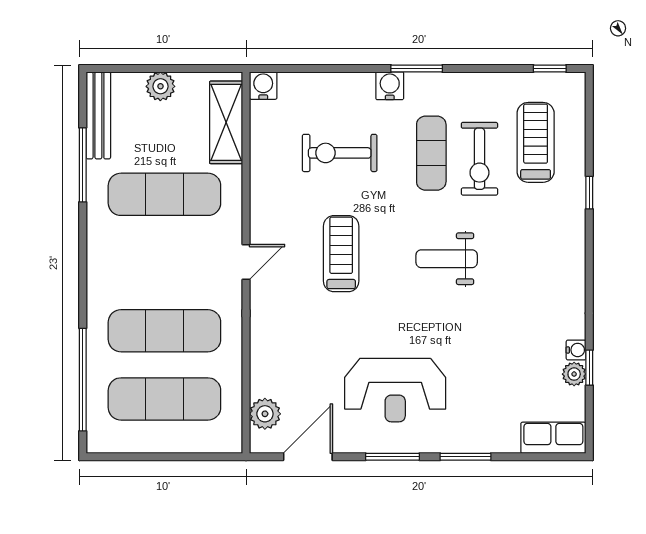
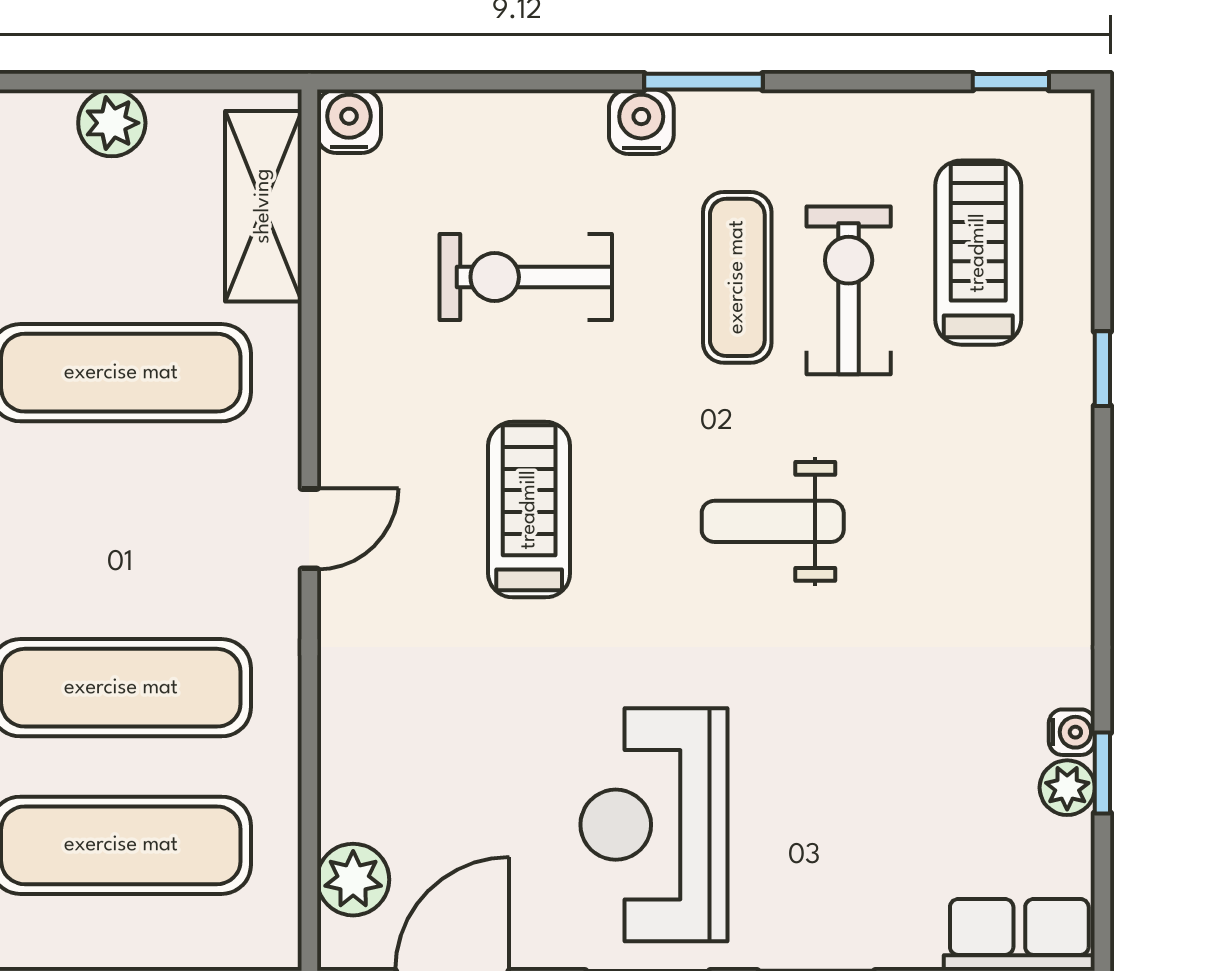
exercise bike: (479, 159) -> (849, 290), turned 180
reception desk: (395, 390) -> (654, 825), turned 90

